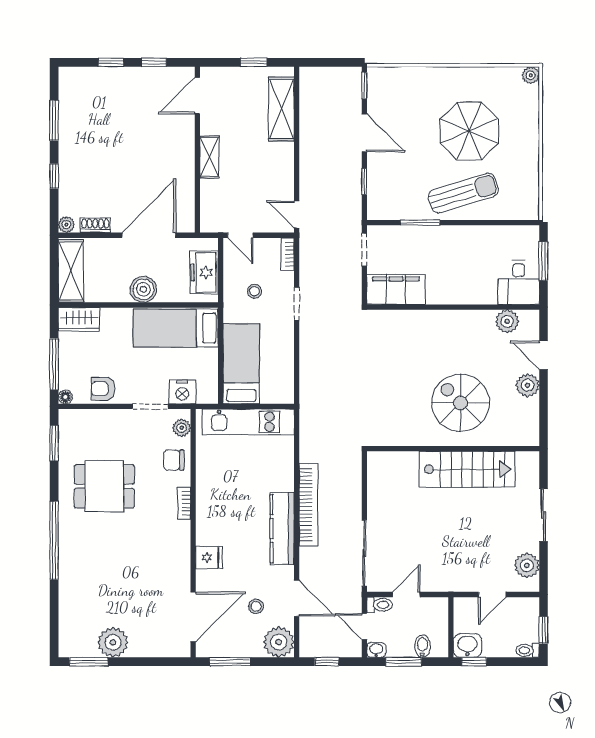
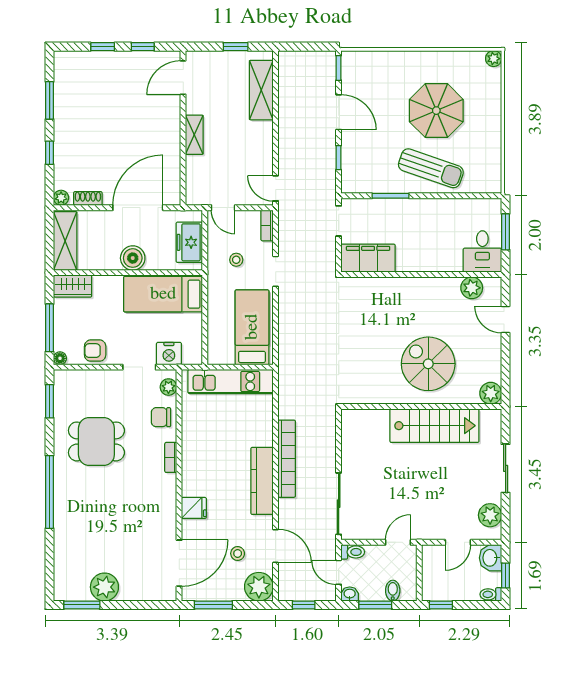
sun lounger: (463, 193) -> (431, 168), turned 36
bed: (241, 364) -> (252, 327), moved
plant: (528, 385) -> (491, 393), moved
door: (406, 594) -> (398, 542), moved
washbasin: (468, 646) -> (491, 558), moved, turned -90

